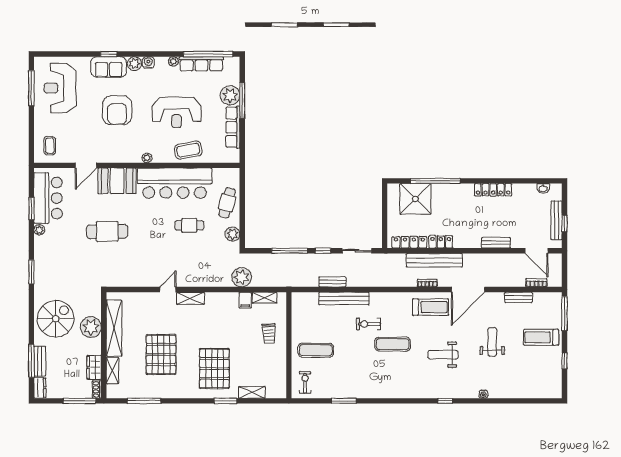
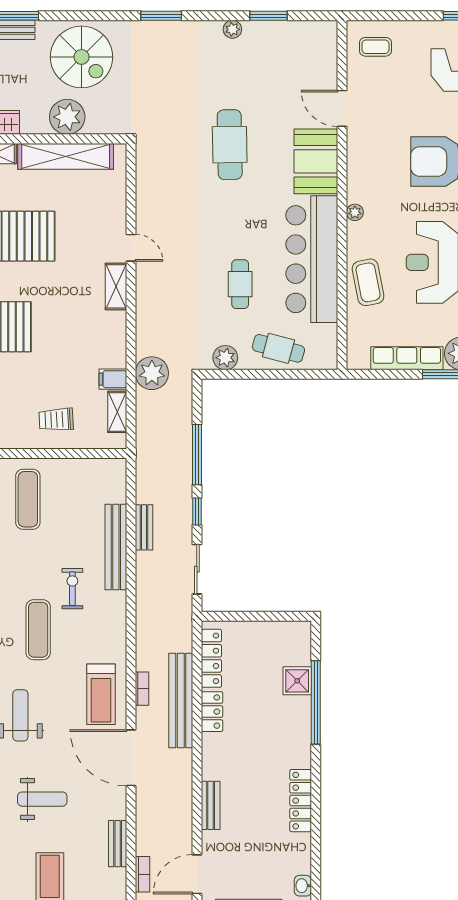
bar counter: (48, 198) -> (287, 44), removed
shower: (415, 199) -> (297, 681), width x0.54, depth x0.54

